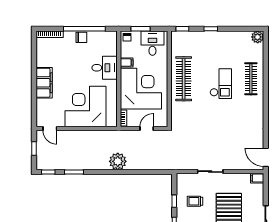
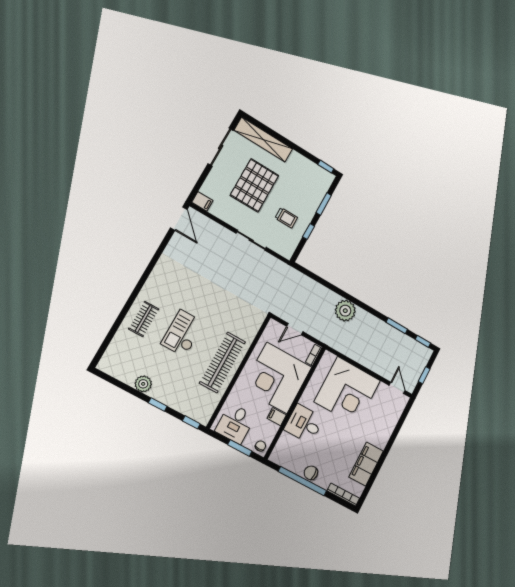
plant: (258, 37) -> (143, 384), moved
clothes rail: (251, 79) -> (144, 319), width x0.73
filing cabinet: (44, 83) -> (366, 464), moved

